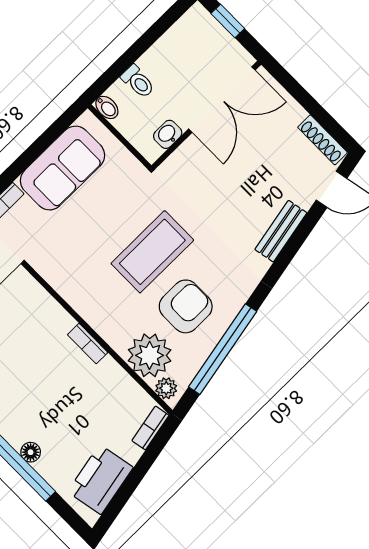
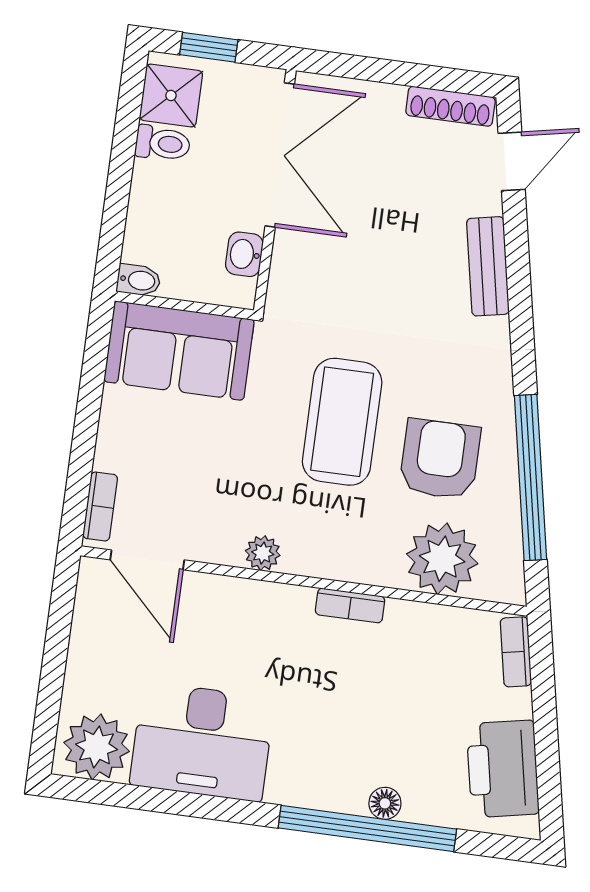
shower: (192, 30) -> (171, 95), added
toilet: (138, 82) -> (163, 143), moved
sofa: (63, 168) -> (179, 351), moved, turned 90
plant: (166, 388) -> (263, 553), moved

